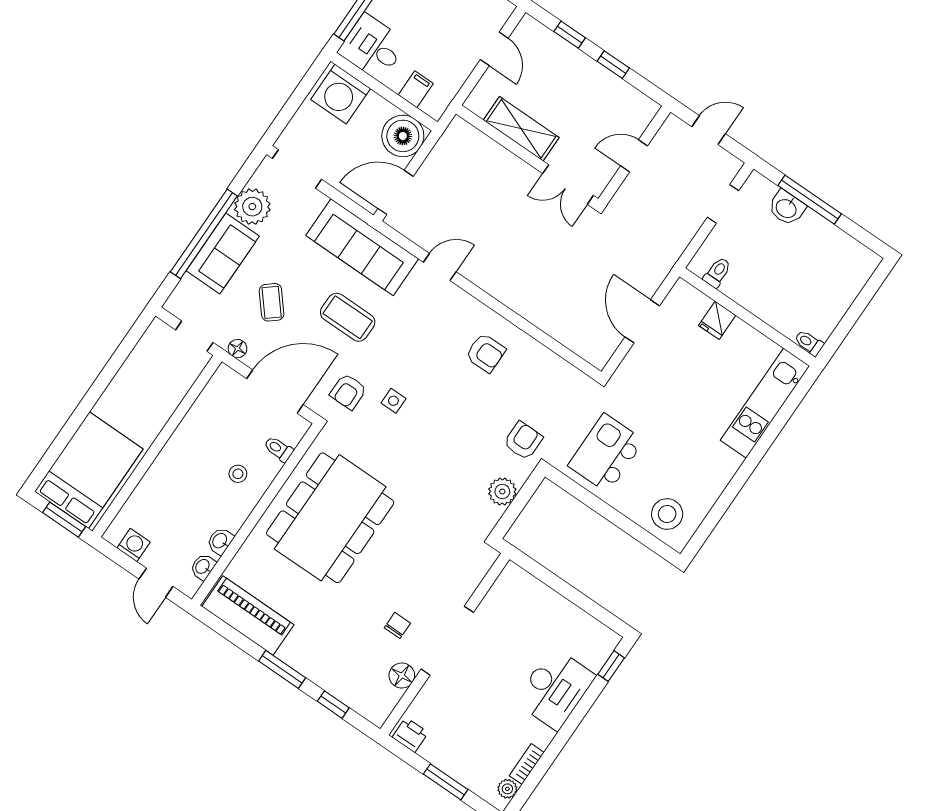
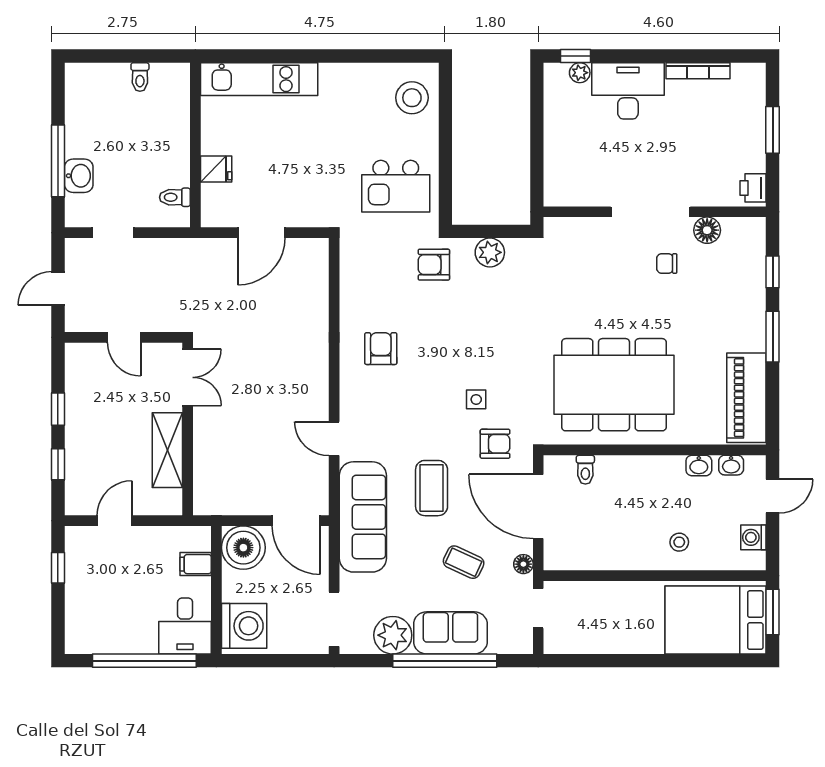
door: (709, 130) -> (58, 288), hinge flipped
coffee table: (272, 302) -> (464, 562), turned 65
toilet: (809, 343) -> (140, 77), moved
stool: (238, 474) -> (679, 542), moved
bookcase: (527, 764) -> (698, 71), width x1.56
plant: (507, 789) -> (580, 73), moved

